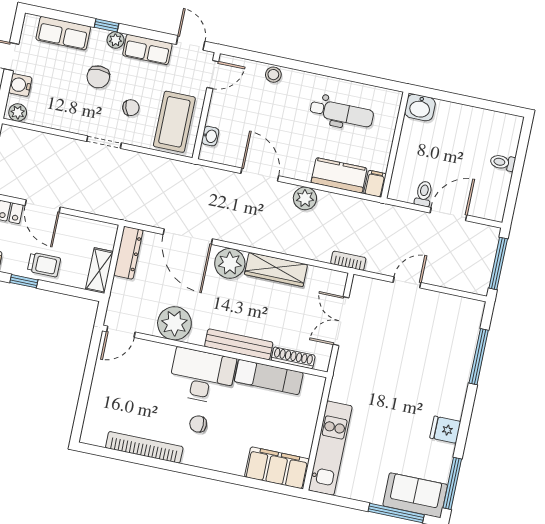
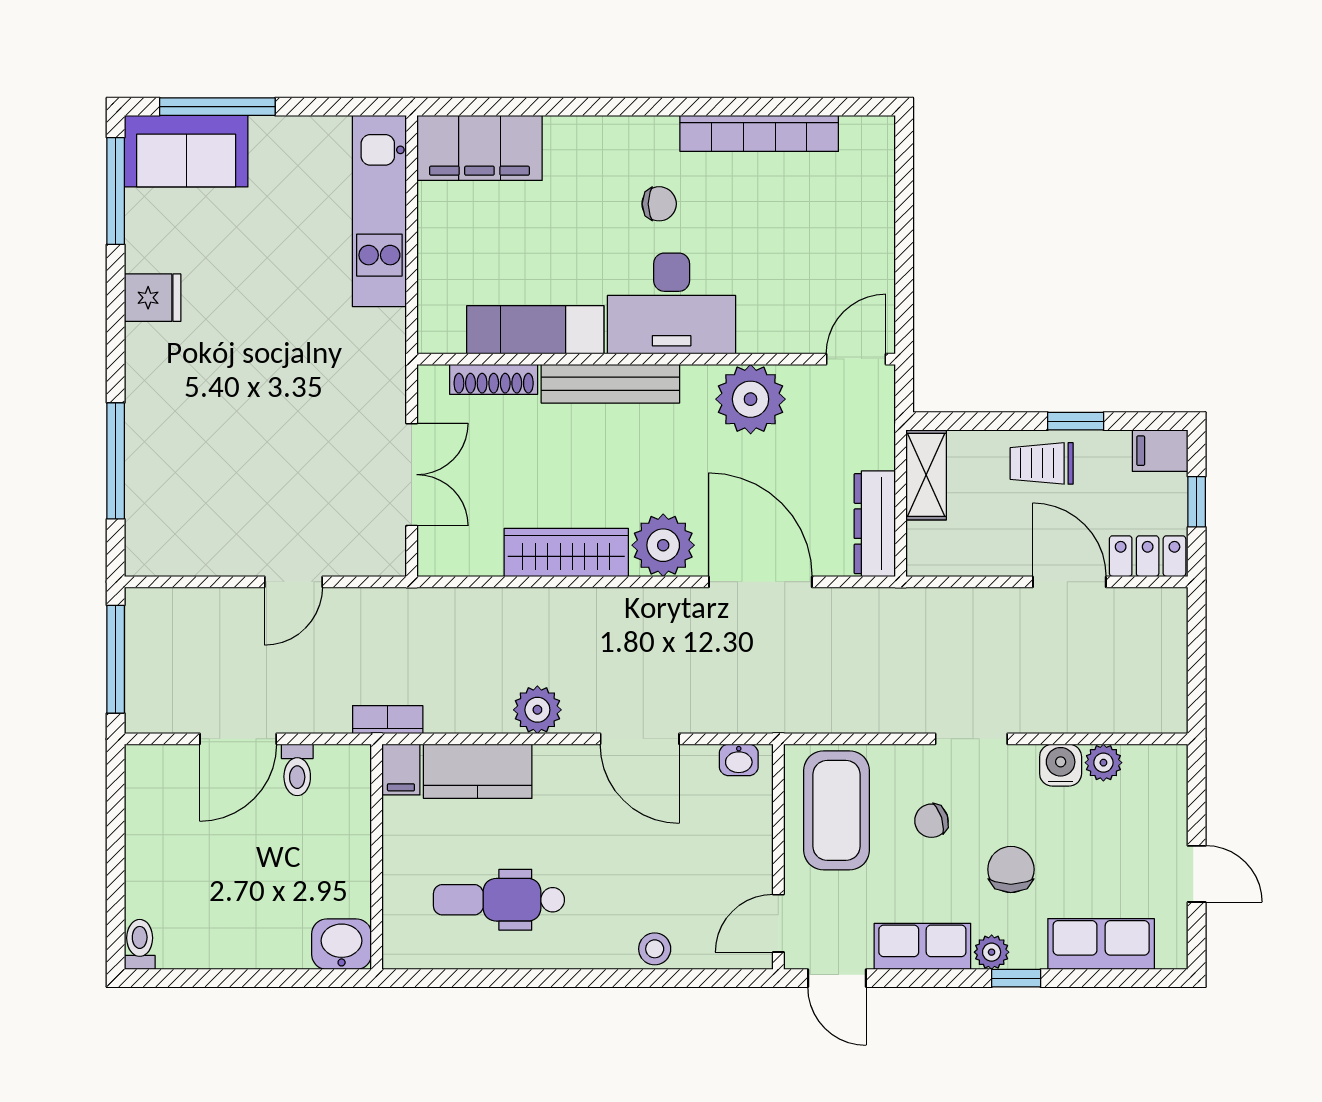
water cooler: (20, 85) -> (1061, 765), moved, turned -90
plant: (18, 112) -> (1103, 763), moved
washbasin: (210, 136) -> (739, 760), moved, turned -90
toilet: (503, 162) -> (140, 944), moved, turned -90
bookcase: (348, 261) -> (388, 720), moved, turned 180

